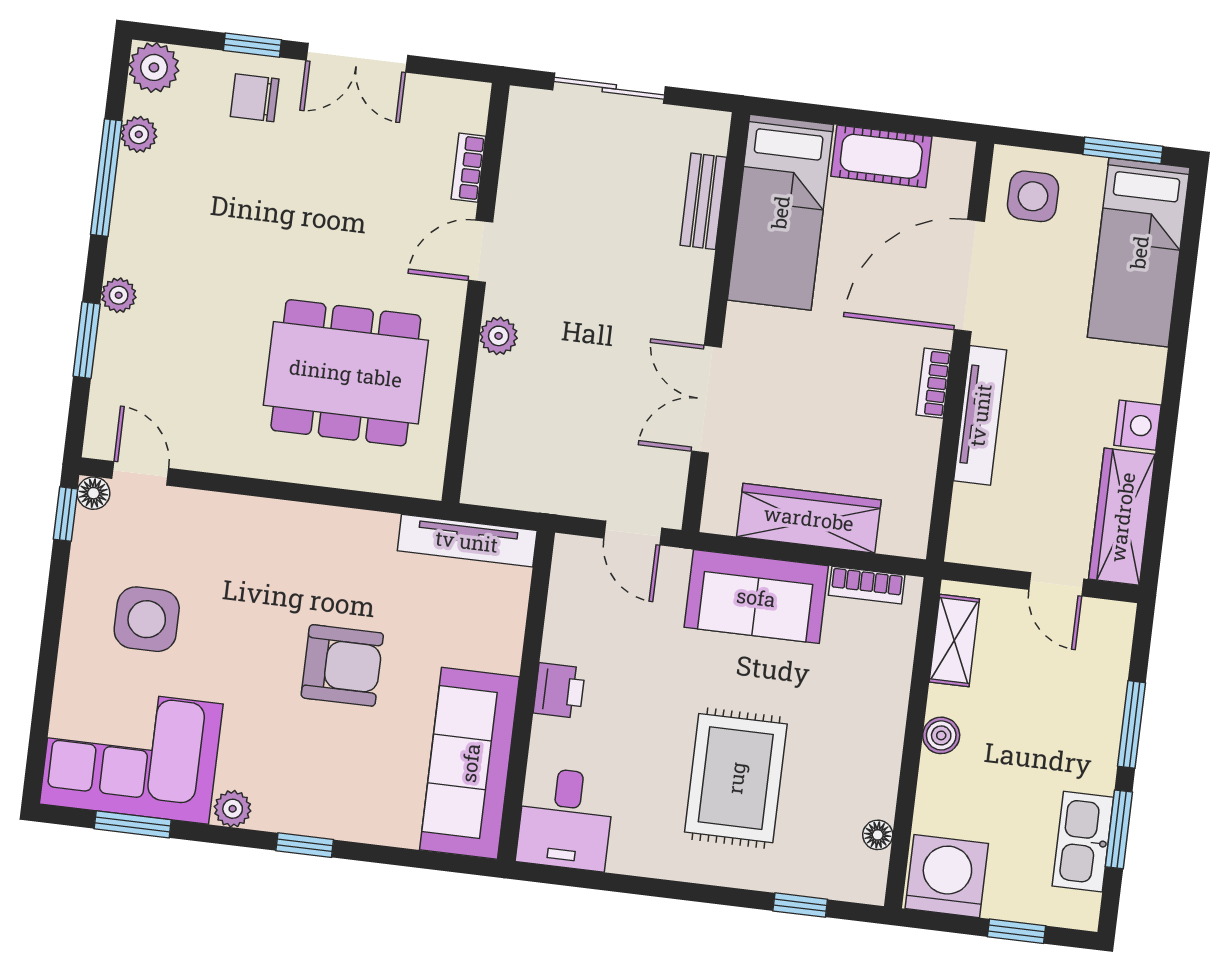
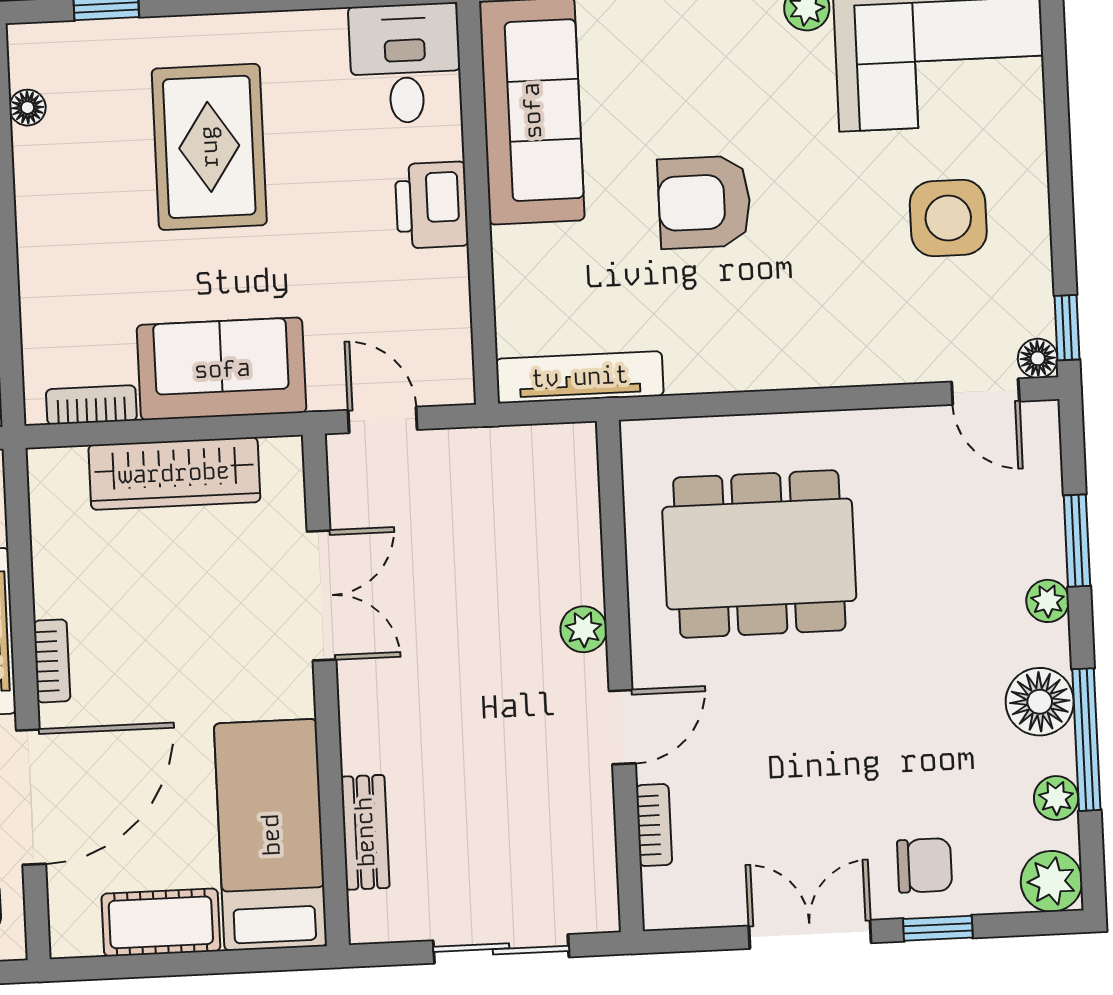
floor lamp: (139, 215) -> (1040, 702), added
printer: (559, 691) -> (432, 205), width x1.36, depth x1.24

